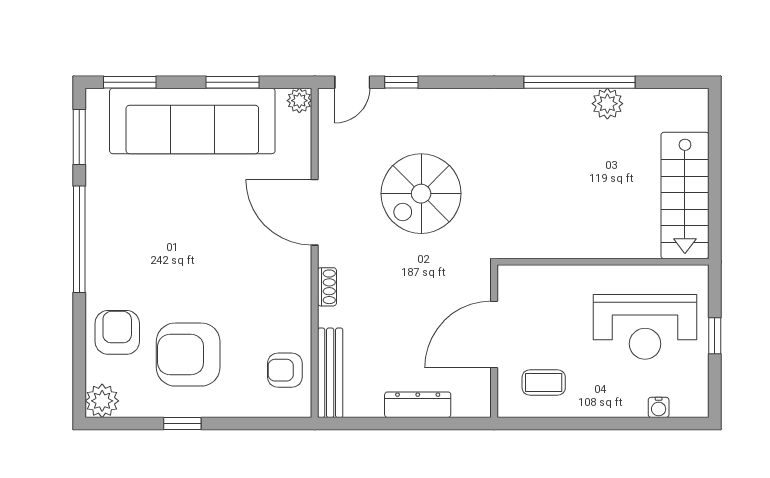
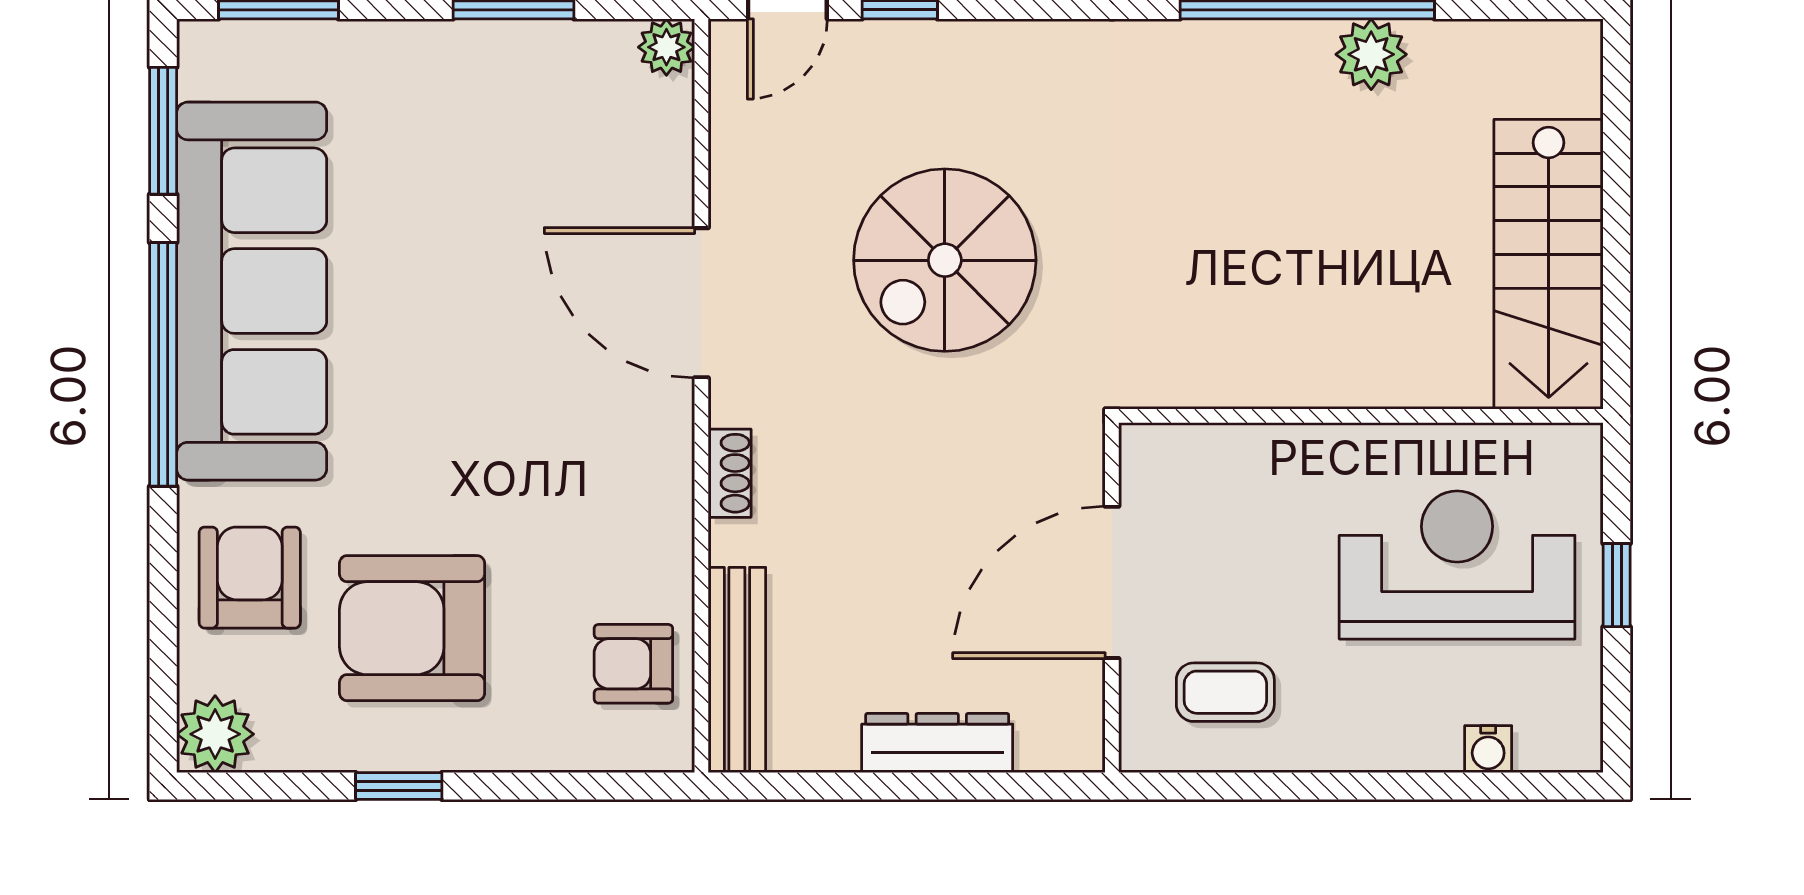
sofa: (192, 121) -> (252, 291), moved, turned -90
reception desk: (645, 327) -> (1457, 565), turned 180

